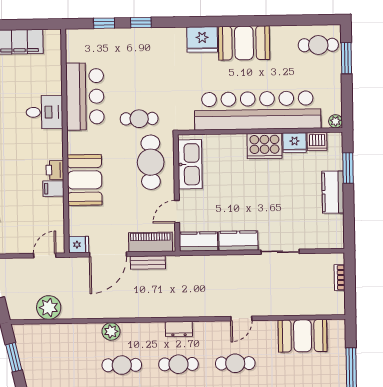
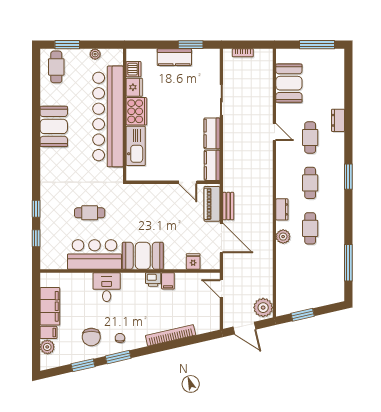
fridge: (202, 39) -> (50, 160), removed
cafe table: (139, 119) -> (90, 213), moved, turned 90
plant: (336, 121) -> (95, 54), moved
cafe table: (151, 162) -> (148, 203), removed
kitchen sink: (190, 164) -> (136, 146), moved, turned 90
window: (348, 168) -> (191, 45), moved
booth: (85, 180) -> (143, 256), moved
fridge: (79, 245) -> (193, 261), moved
plant: (49, 308) -> (263, 308), moved
dresser: (179, 329) -> (282, 209), moved

